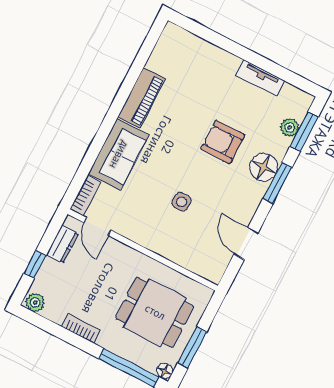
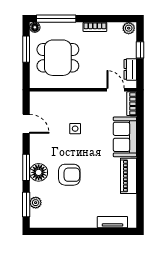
tv unit: (260, 78) -> (112, 222), moved

